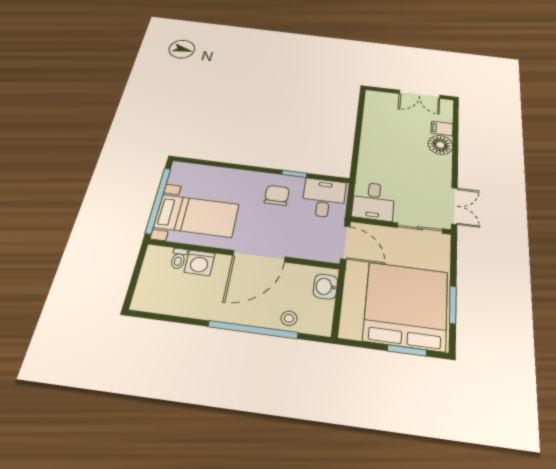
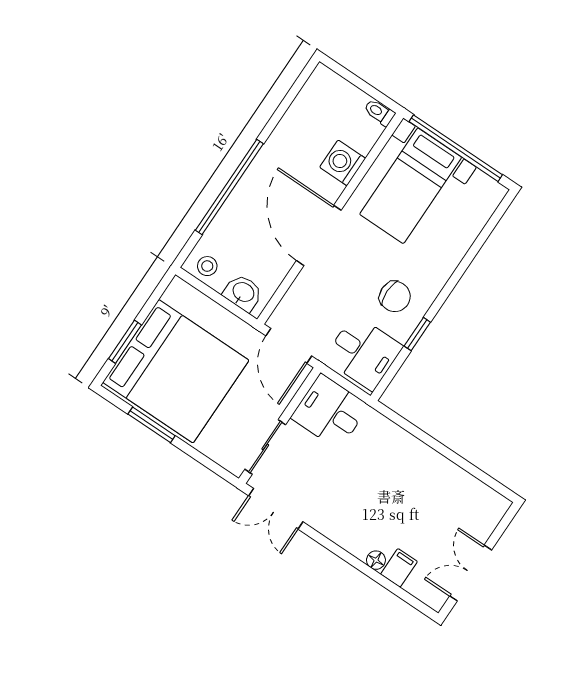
floor lamp: (440, 145) -> (376, 560), width x0.53, depth x0.53
door: (345, 243) -> (289, 346), hinge flipped
toilet: (179, 258) -> (379, 112), moved
stool: (289, 318) -> (207, 266), moved

